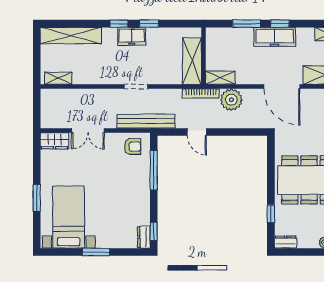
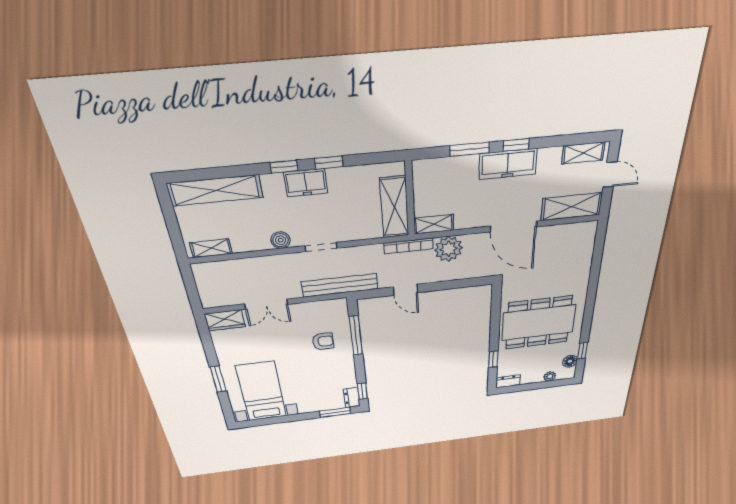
boiler: (108, 78) -> (281, 240), added
armchair: (133, 147) -> (323, 341), moved
window: (96, 252) -> (335, 412), moved

